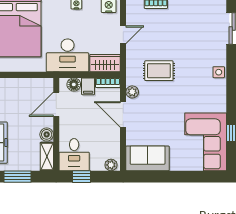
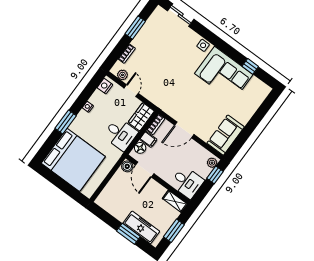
desk: (68, 55) -> (120, 134), width x0.73
rug: (159, 71) -> (173, 84), removed
plant: (132, 92) -> (122, 75), moved
boiler: (47, 134) -> (127, 166), moved
corner sofa: (206, 142) -> (224, 74), moved
window: (82, 177) -> (215, 175), moved

